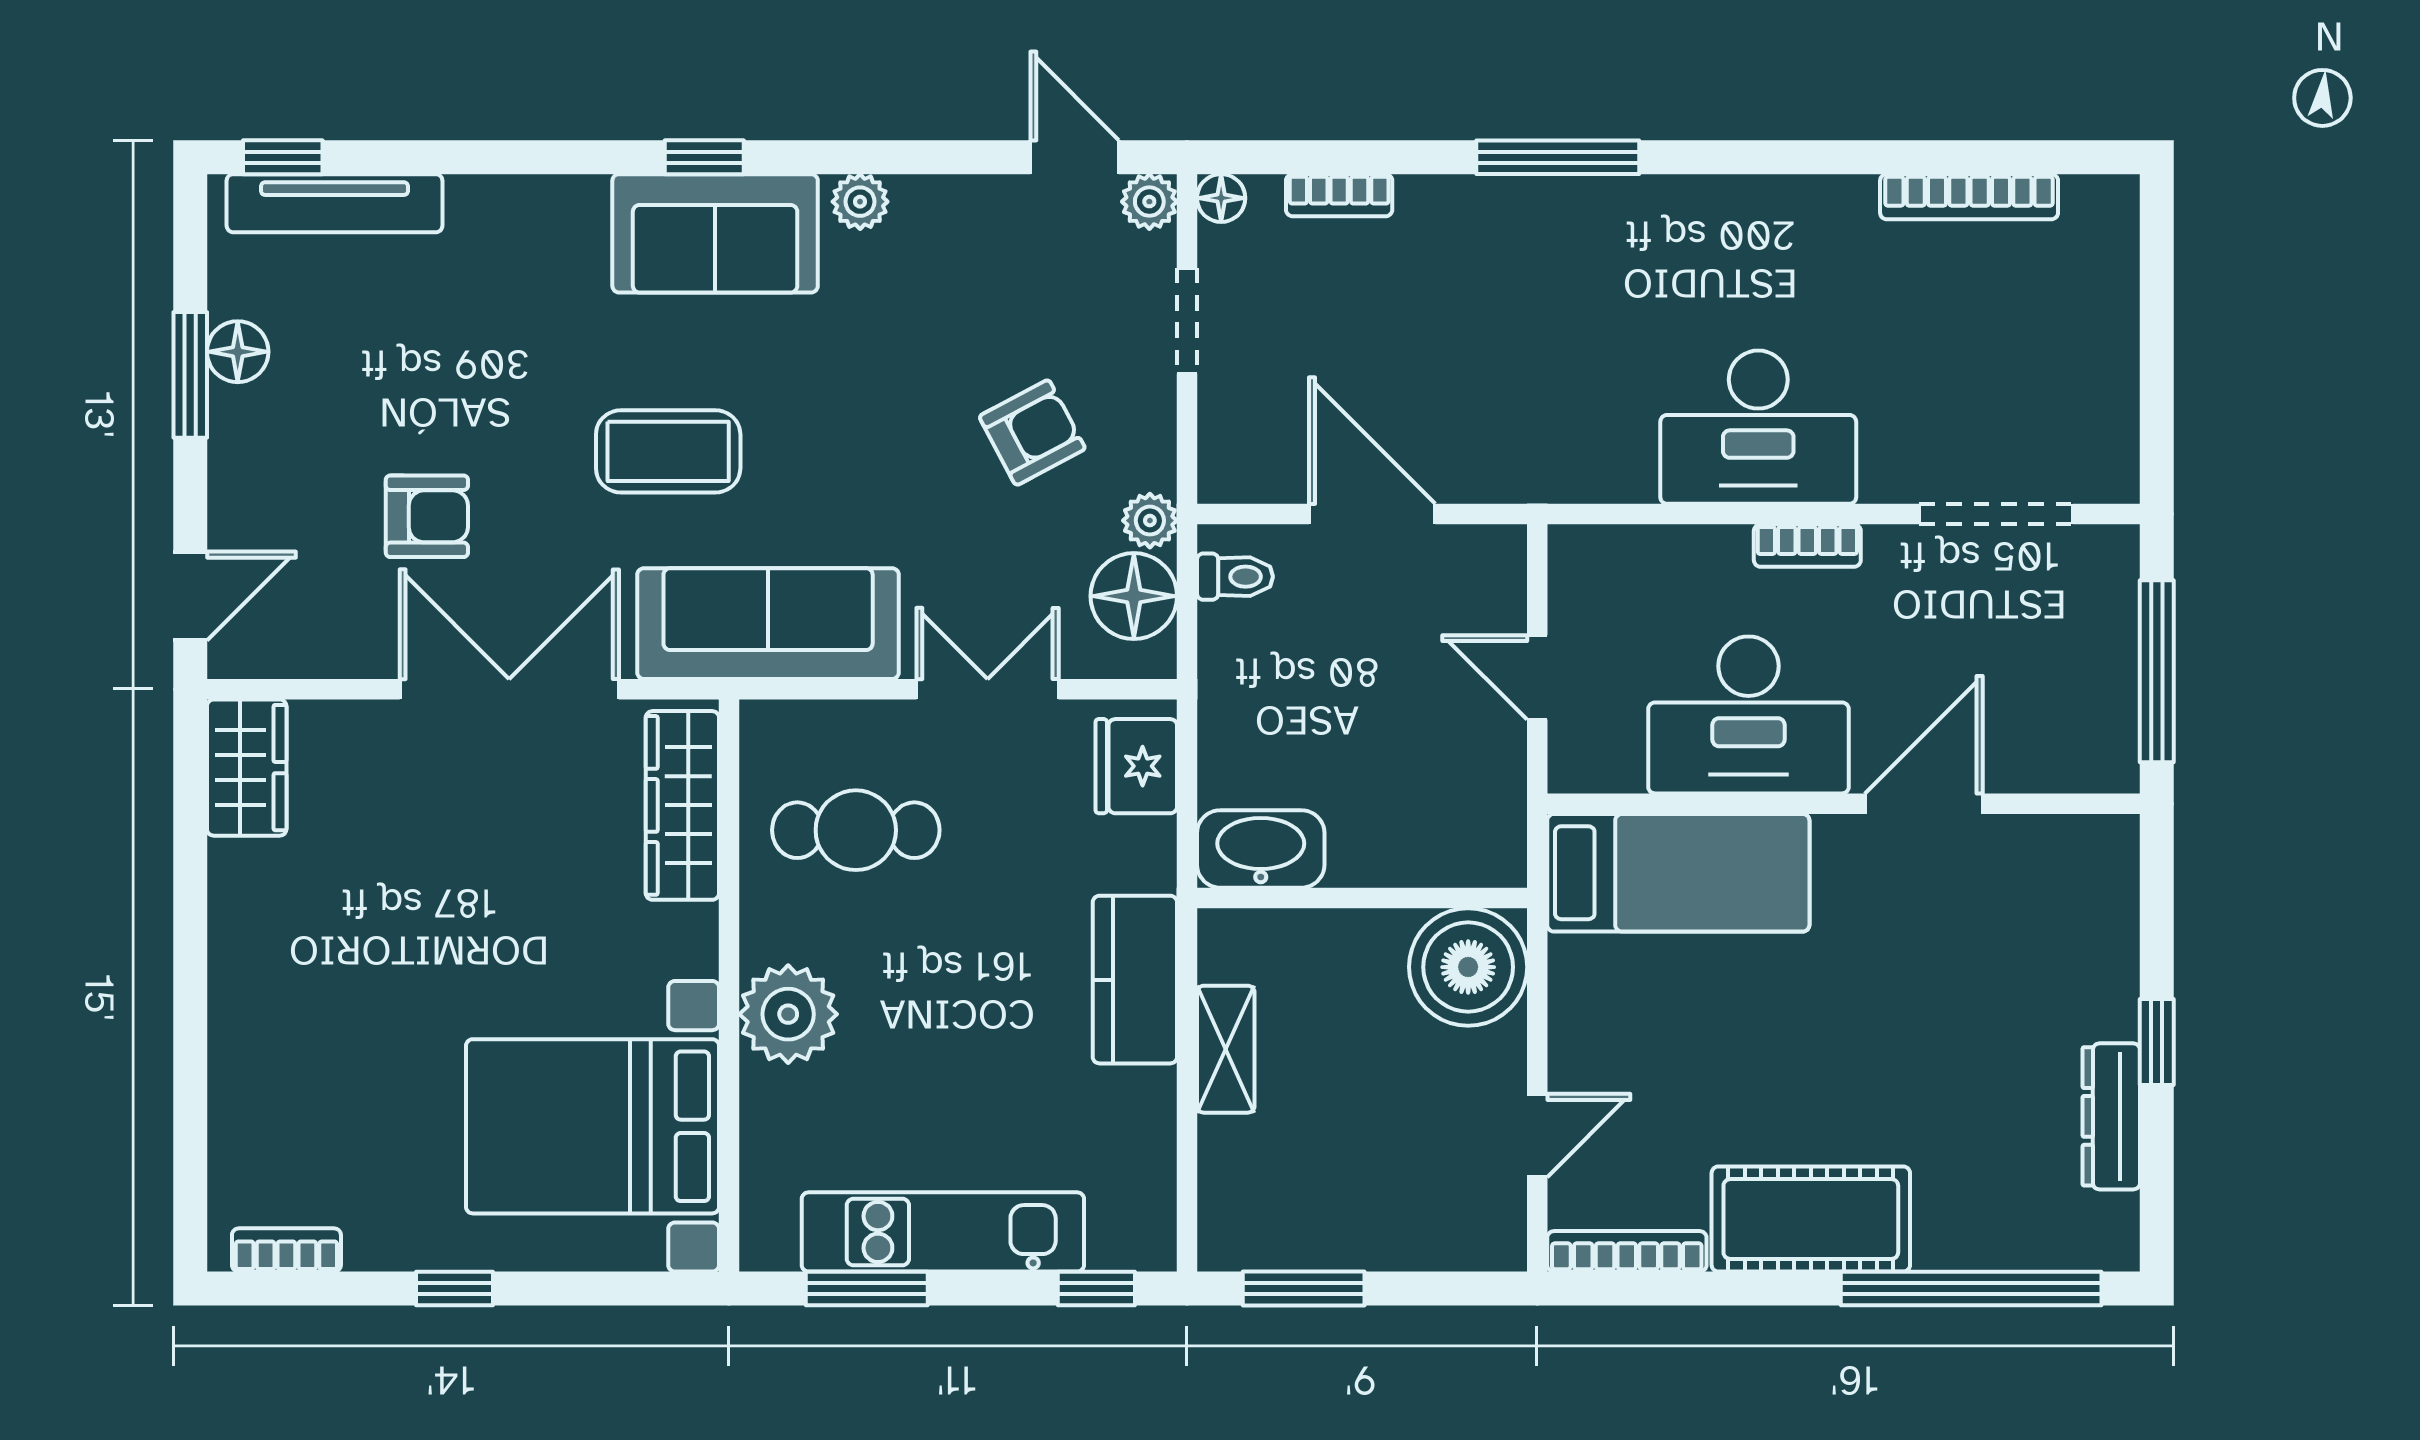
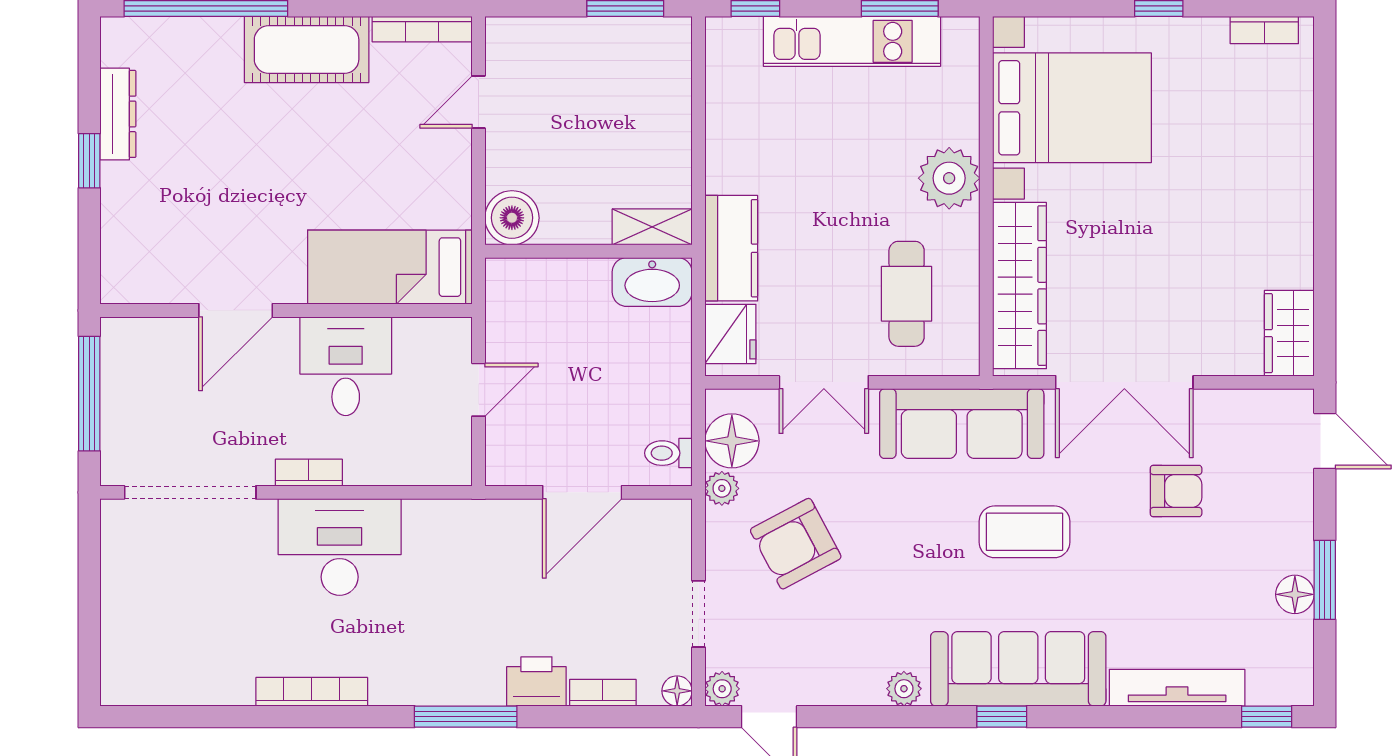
bookcase: (1969, 197) -> (312, 692), moved
tv unit: (335, 203) -> (1177, 688), moved
printer: (1445, 213) -> (536, 681), added
sofa: (715, 233) -> (1018, 669), width x1.36
armchair: (1032, 432) -> (796, 544), width x1.38, depth x1.38
door: (1372, 514) -> (582, 492), hinge flipped
doorway: (1996, 514) -> (190, 492), width x1.36
armchair: (427, 516) -> (1176, 491), turned 180
door: (190, 596) -> (1325, 441), swing flipped
door: (1537, 677) -> (479, 390), hinge flipped
desk: (1748, 715) -> (346, 366), width x0.73
wardrobe: (682, 805) -> (1019, 286), width x1.40, depth x1.17
cafe table: (856, 830) -> (907, 294), turned 90
boiler: (1468, 967) -> (512, 218), width x0.73, depth x0.73
kitchen counter: (1135, 980) -> (731, 248), moved
shelving: (1226, 1049) -> (652, 227), moved, turned 90

